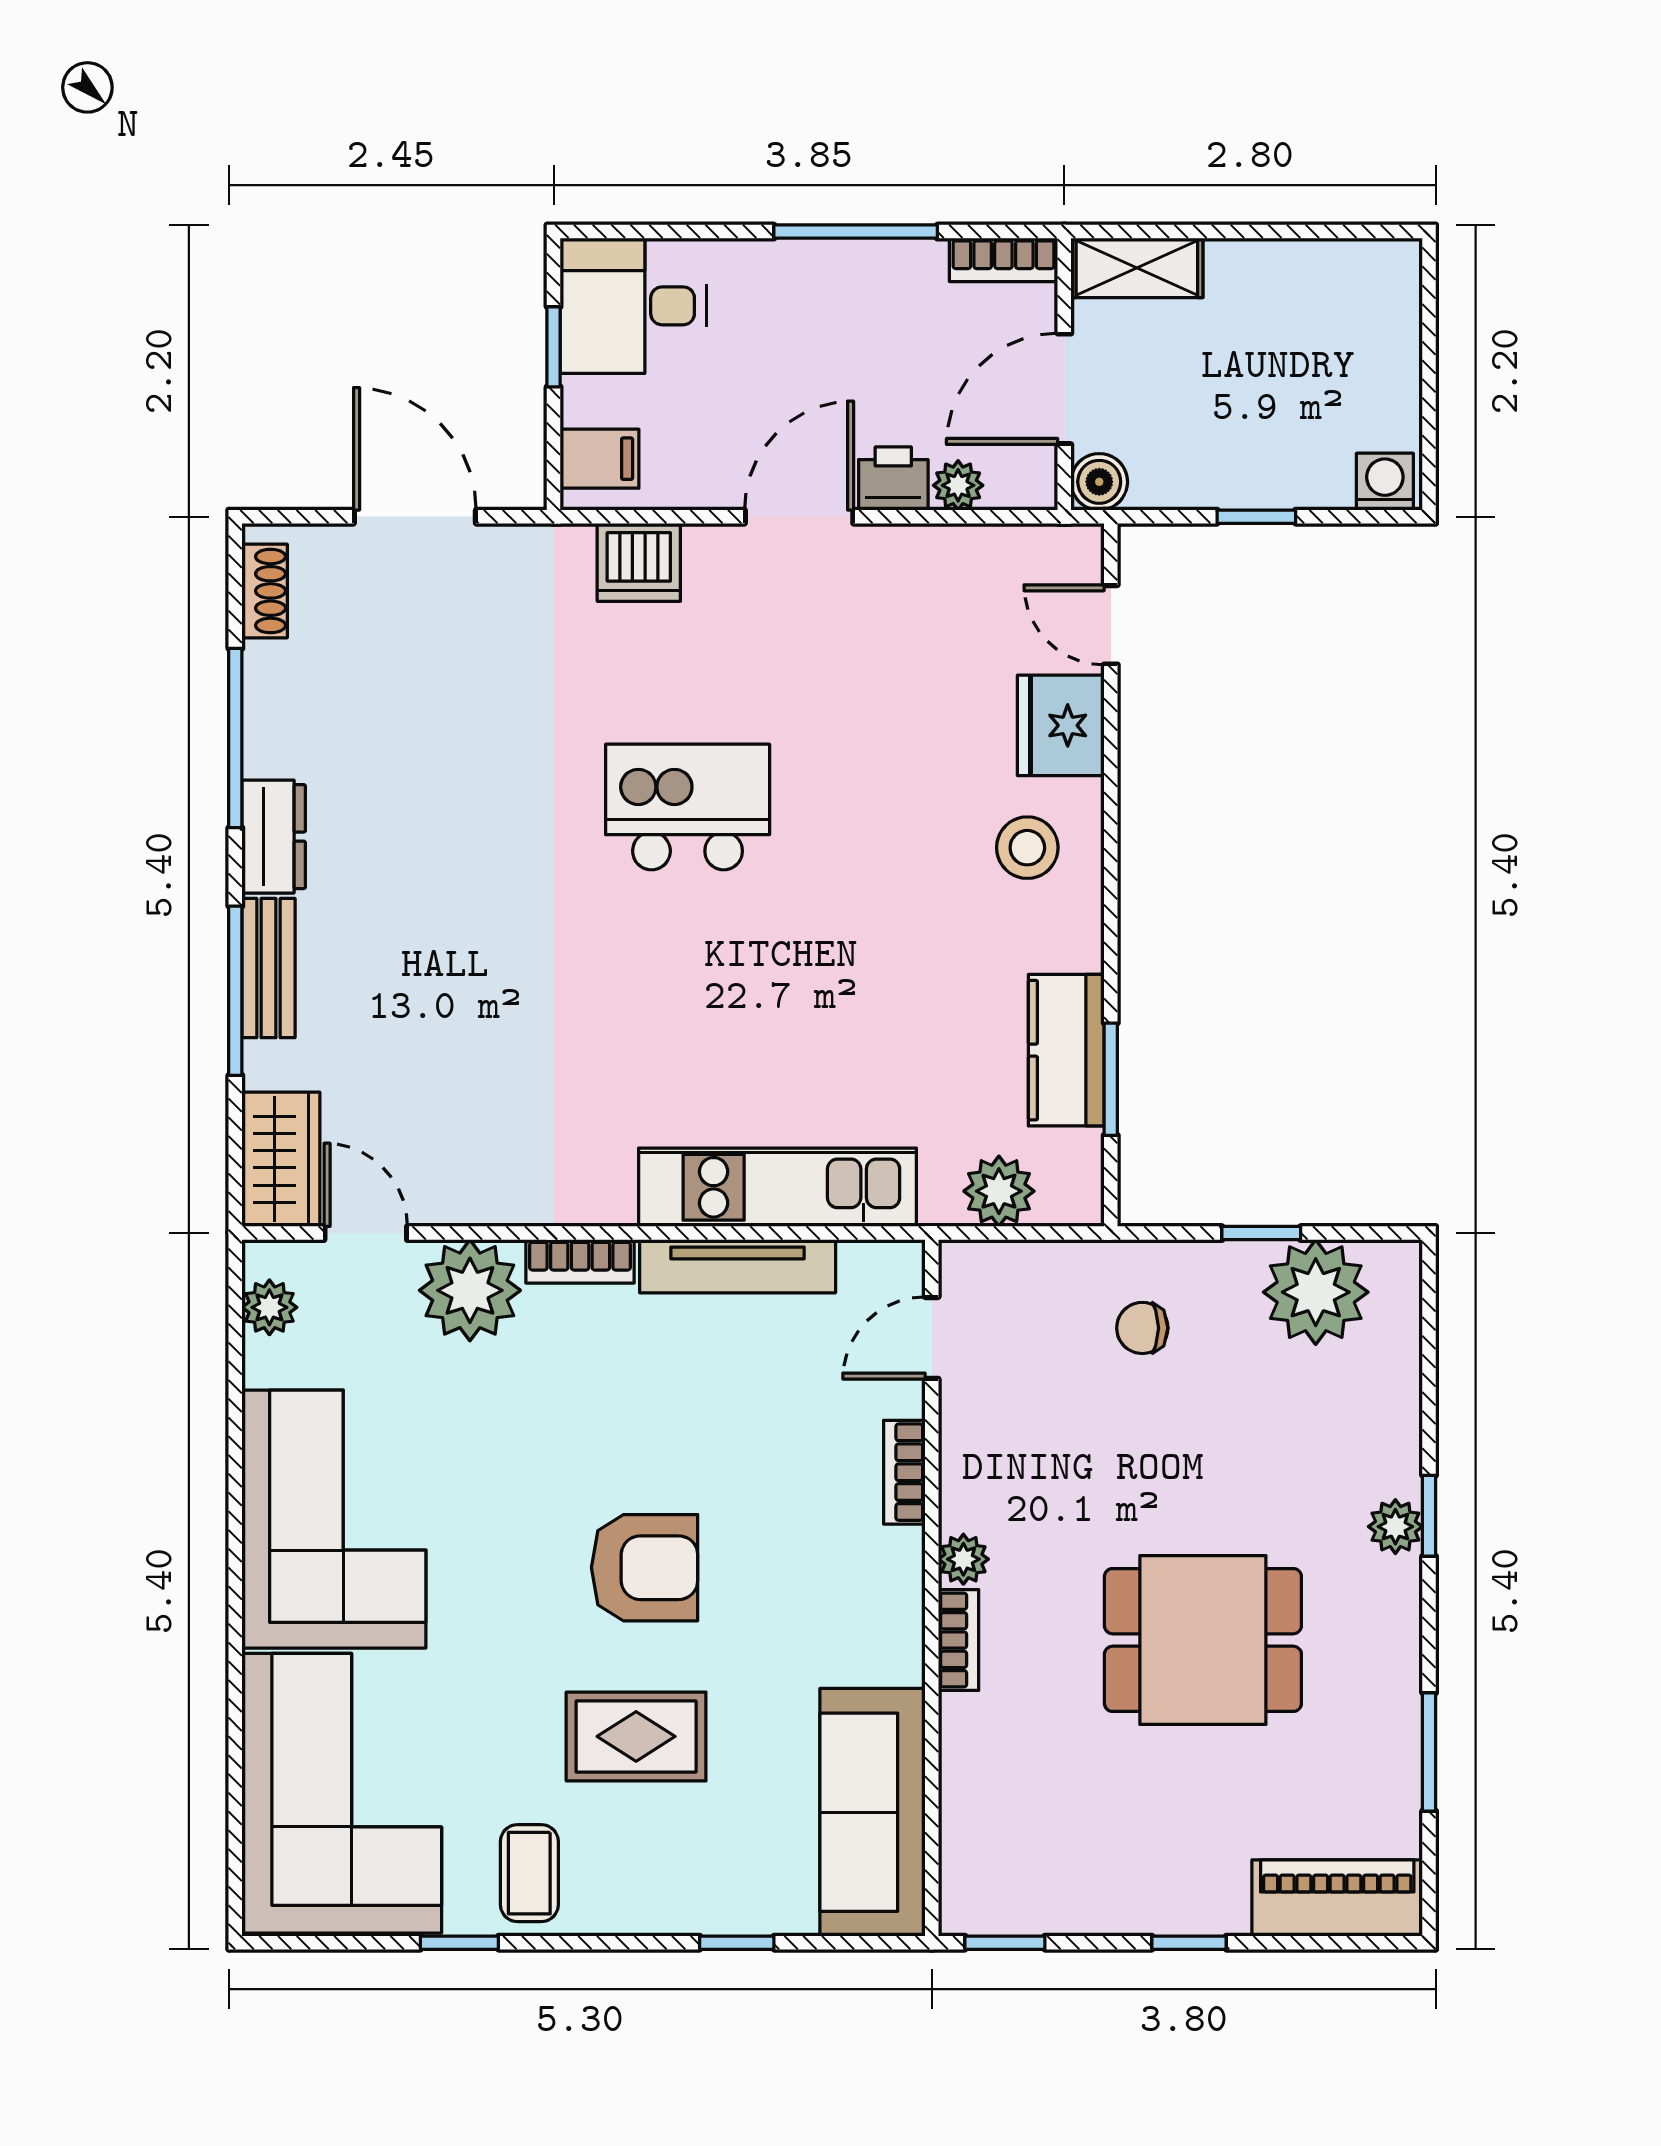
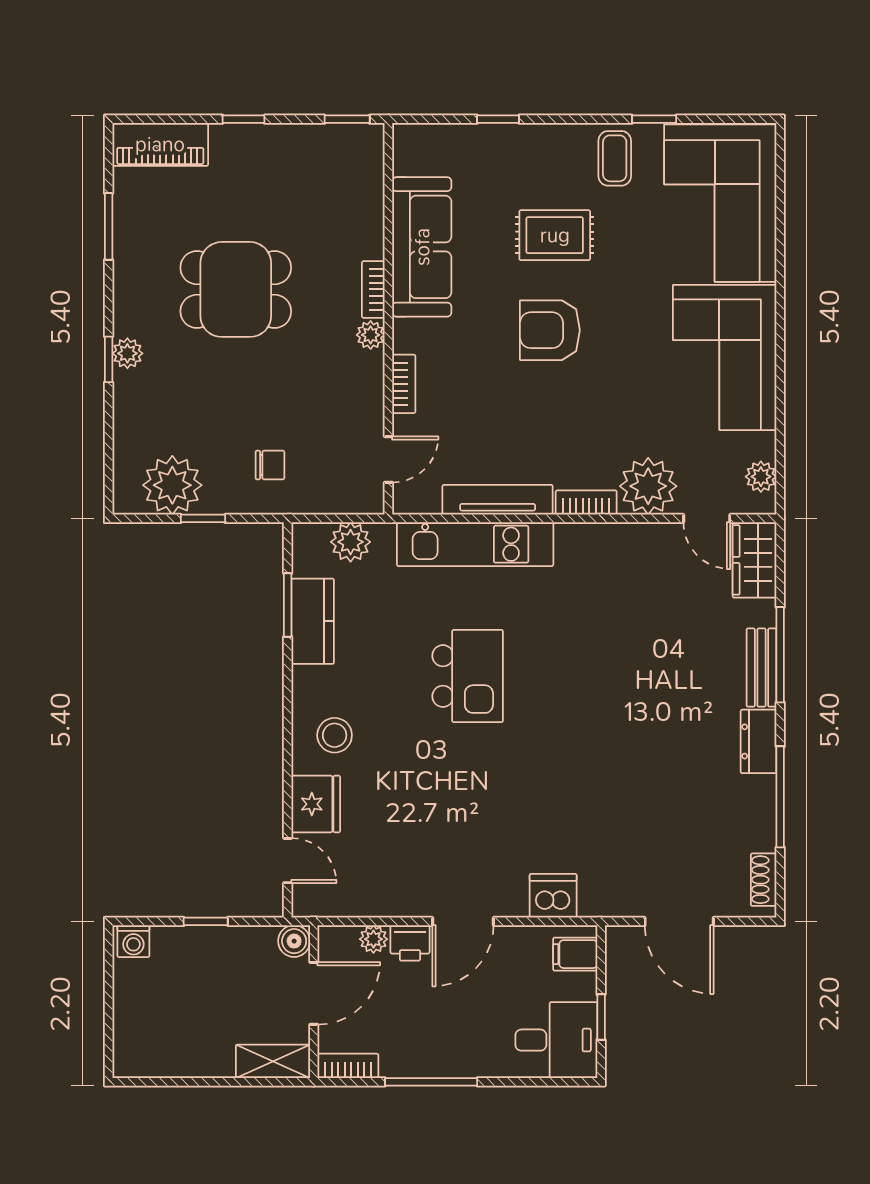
kitchen island: (688, 807) -> (468, 676), moved, turned -90
sofa: (872, 1812) -> (422, 247), moved

